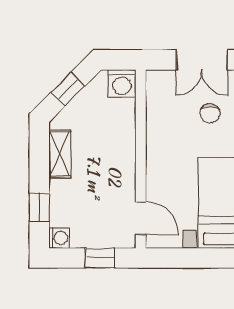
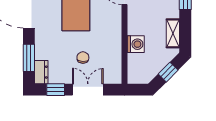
washing machine: (122, 84) -> (136, 44), moved, turned 90

